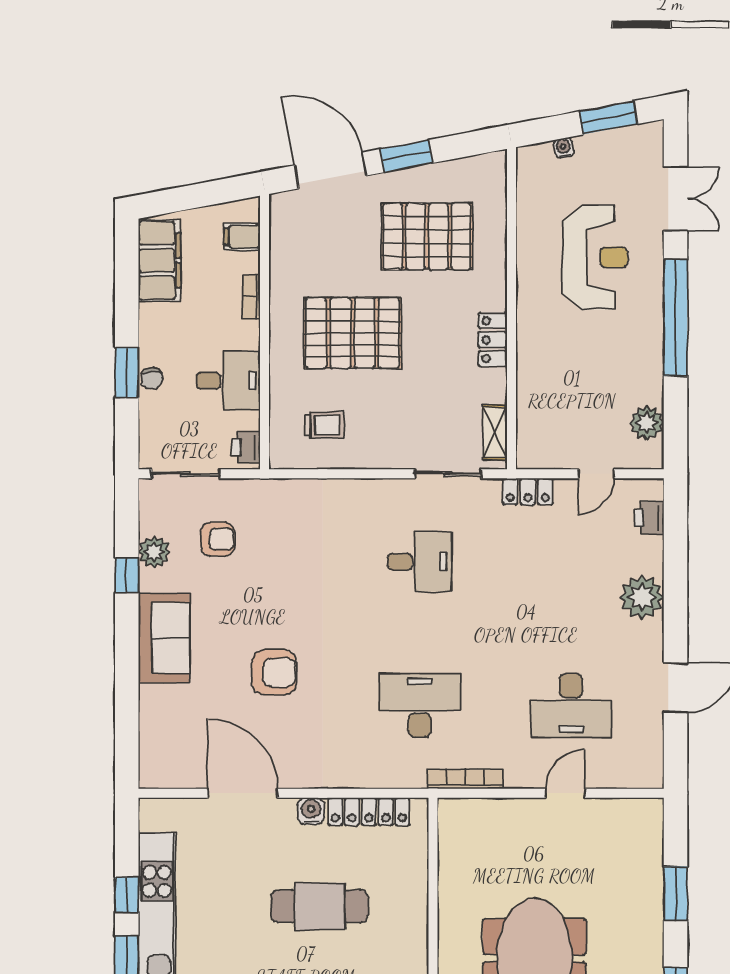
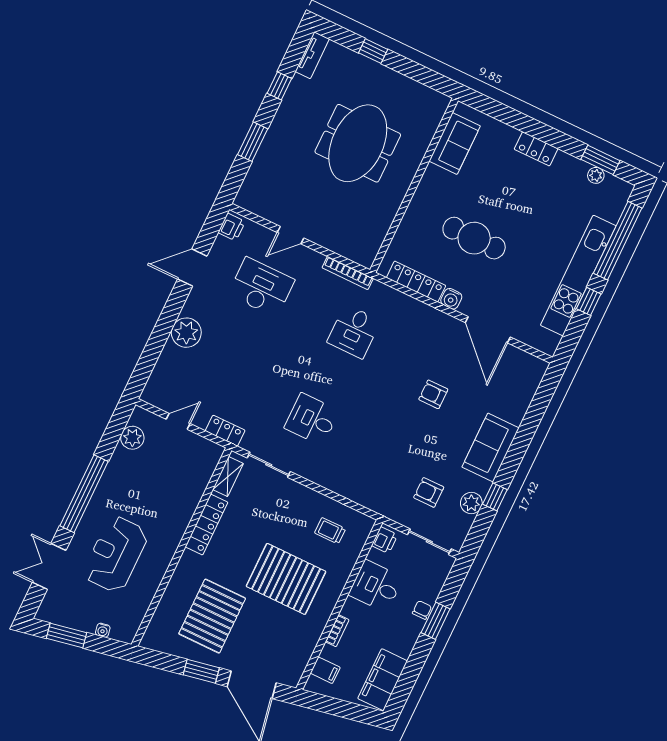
pallet: (427, 236) -> (212, 616), turned 90
locker: (493, 340) -> (207, 525), width x1.53
printer: (649, 518) -> (232, 227), moved
armchair: (274, 672) -> (433, 394), width x0.72, depth x0.72
desk: (420, 705) -> (354, 332), width x0.73

